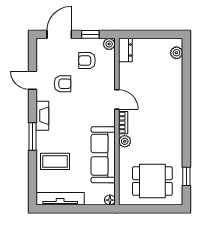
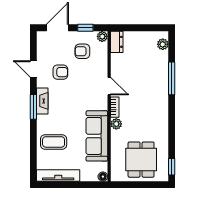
window: (186, 91) -> (172, 78), added
window: (33, 137) -> (33, 107), moved
window: (186, 176) -> (172, 167), moved
dining table: (152, 181) -> (141, 160), turned 90

